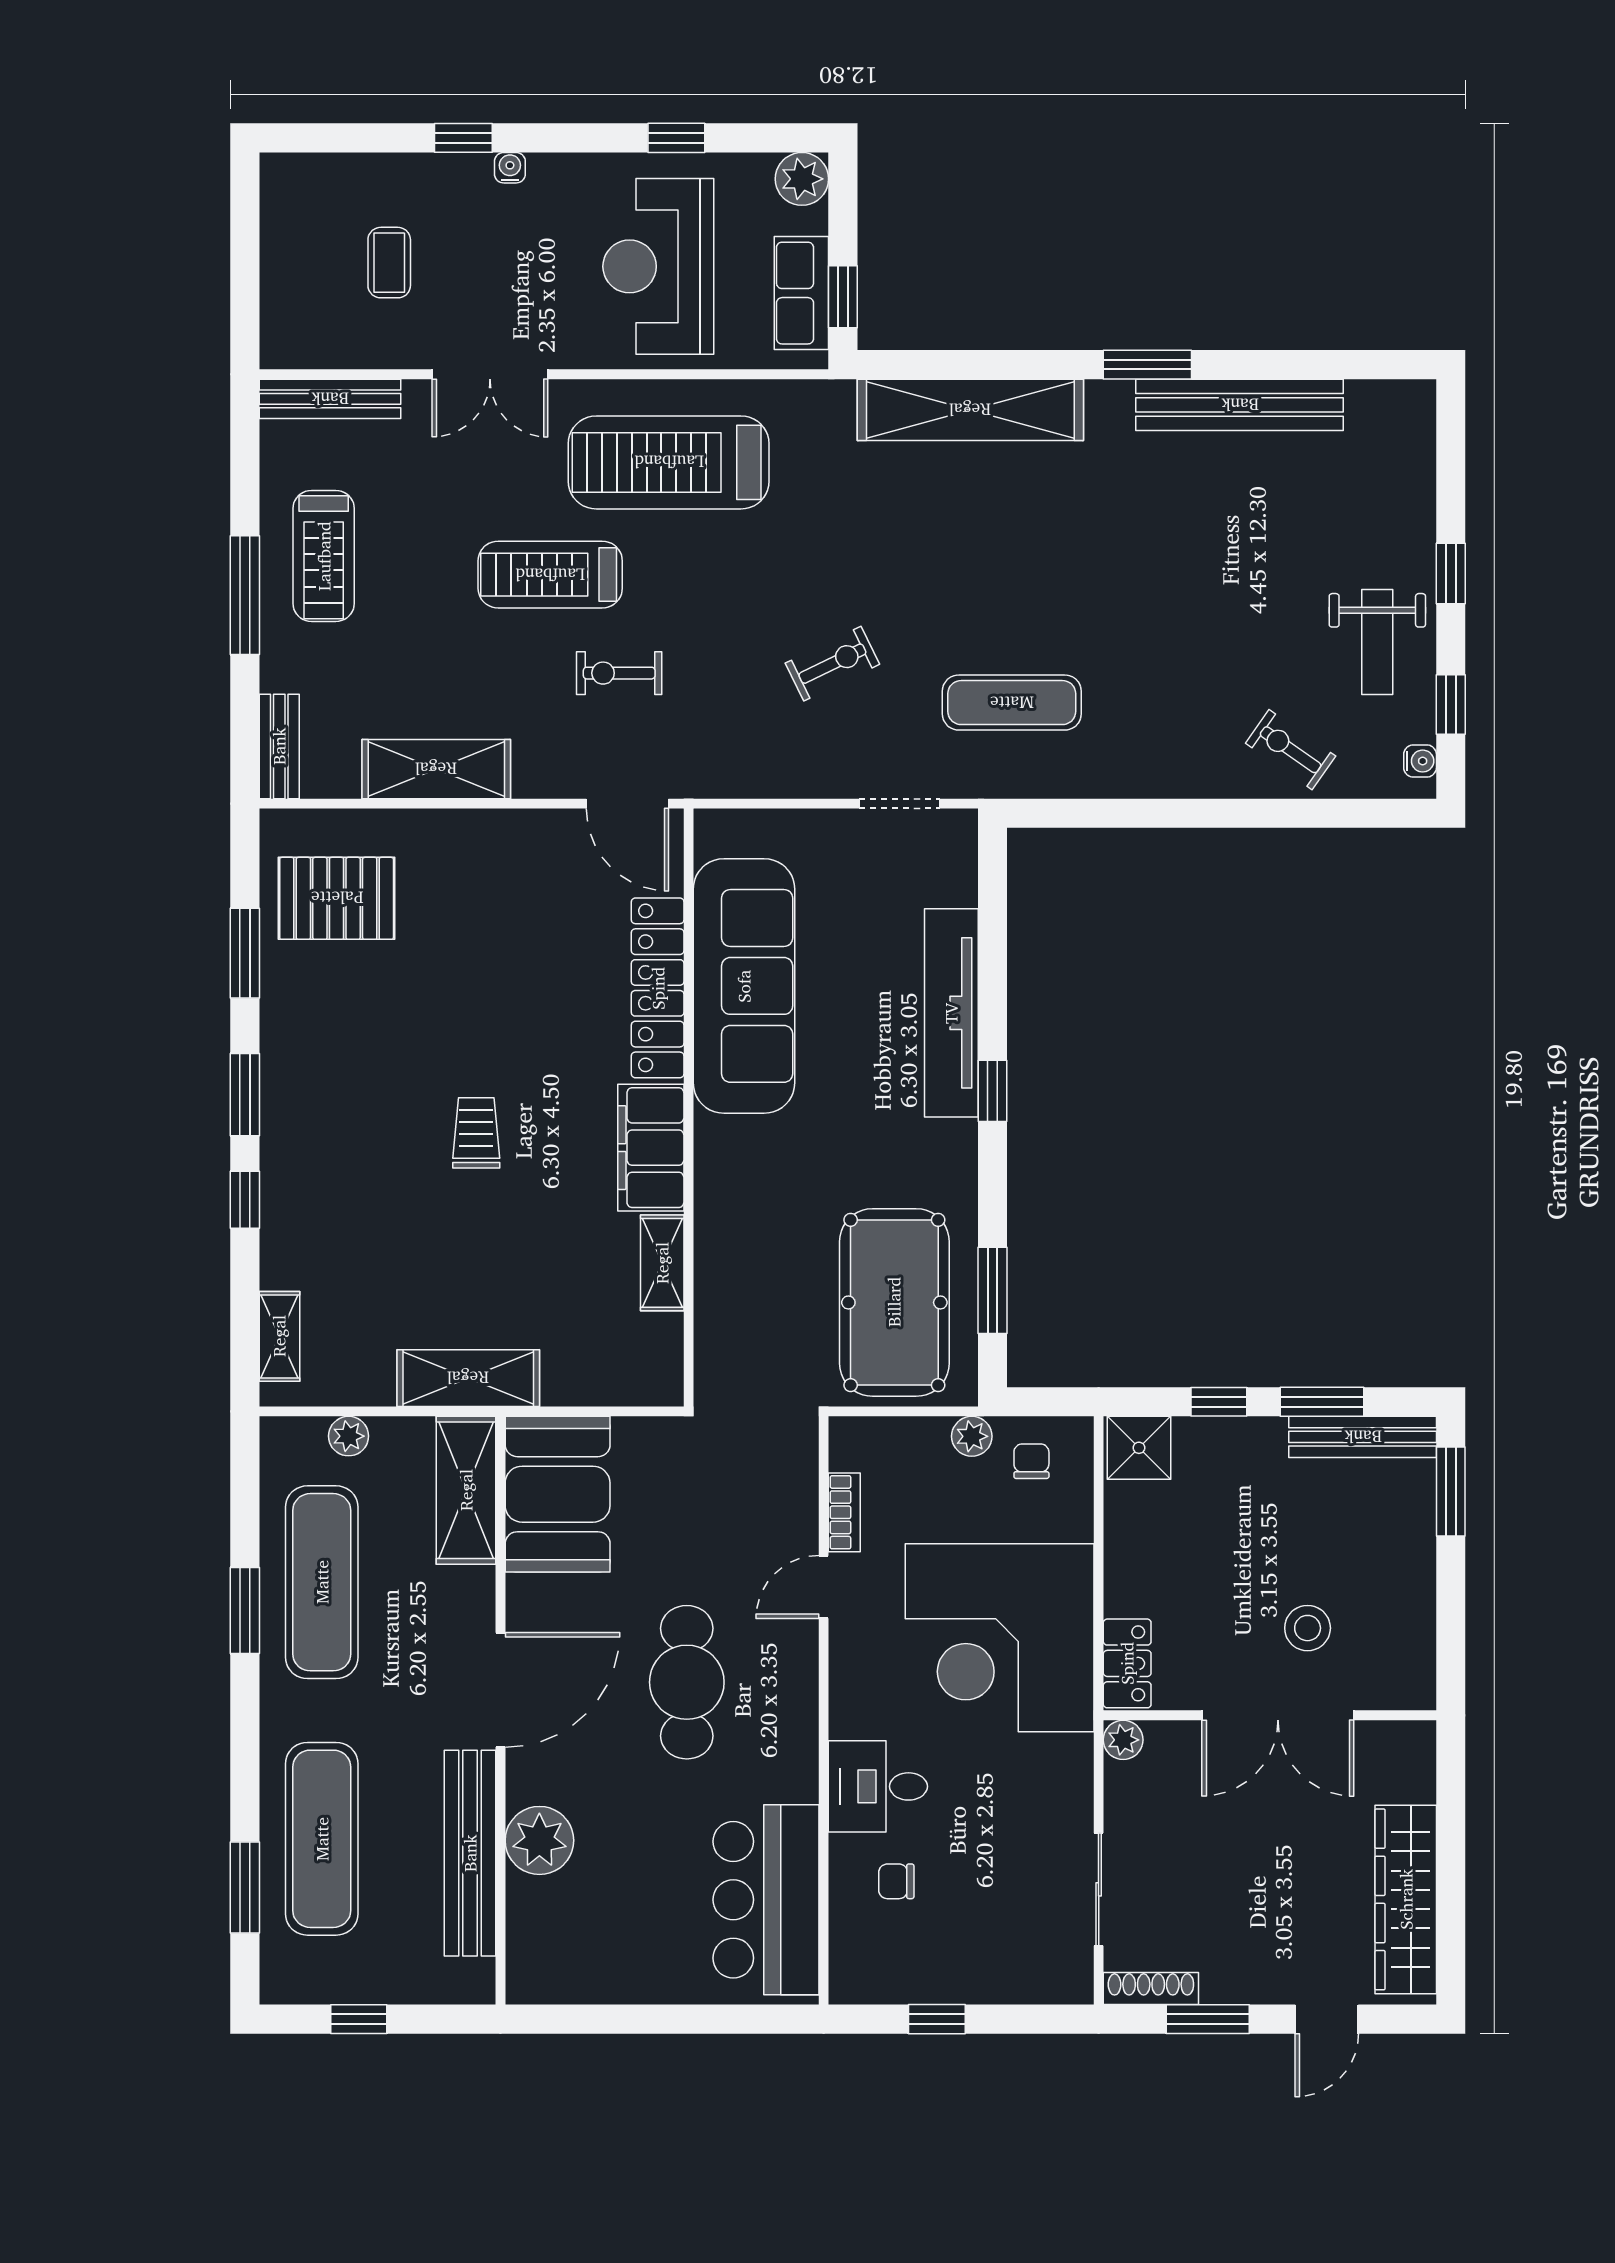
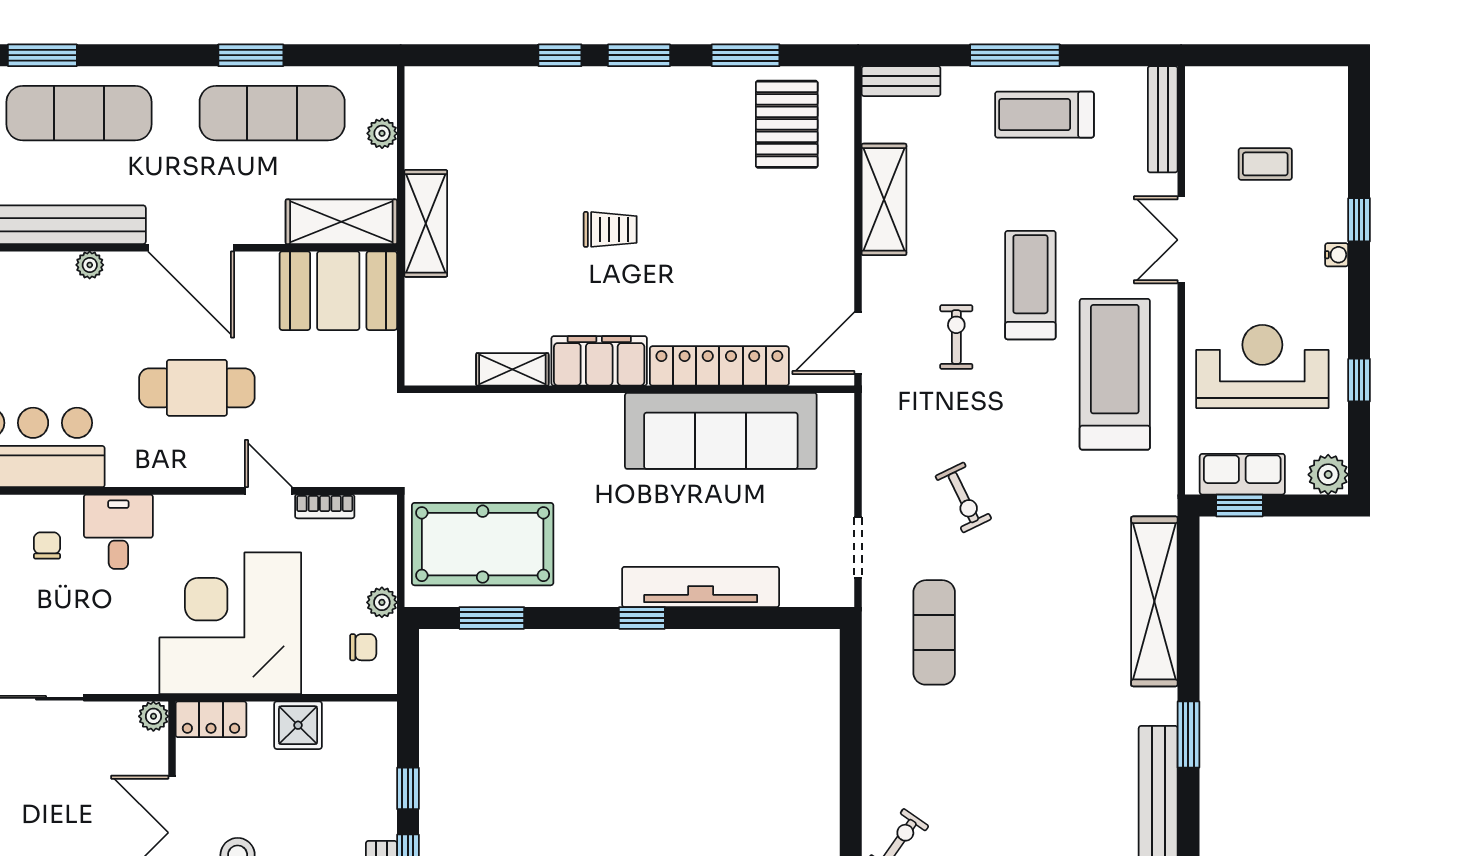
shelving: (279, 1336) -> (457, 81), removed
shower: (1139, 1448) -> (298, 725), moved
plant: (539, 1840) -> (90, 265), width x0.53, depth x0.53

